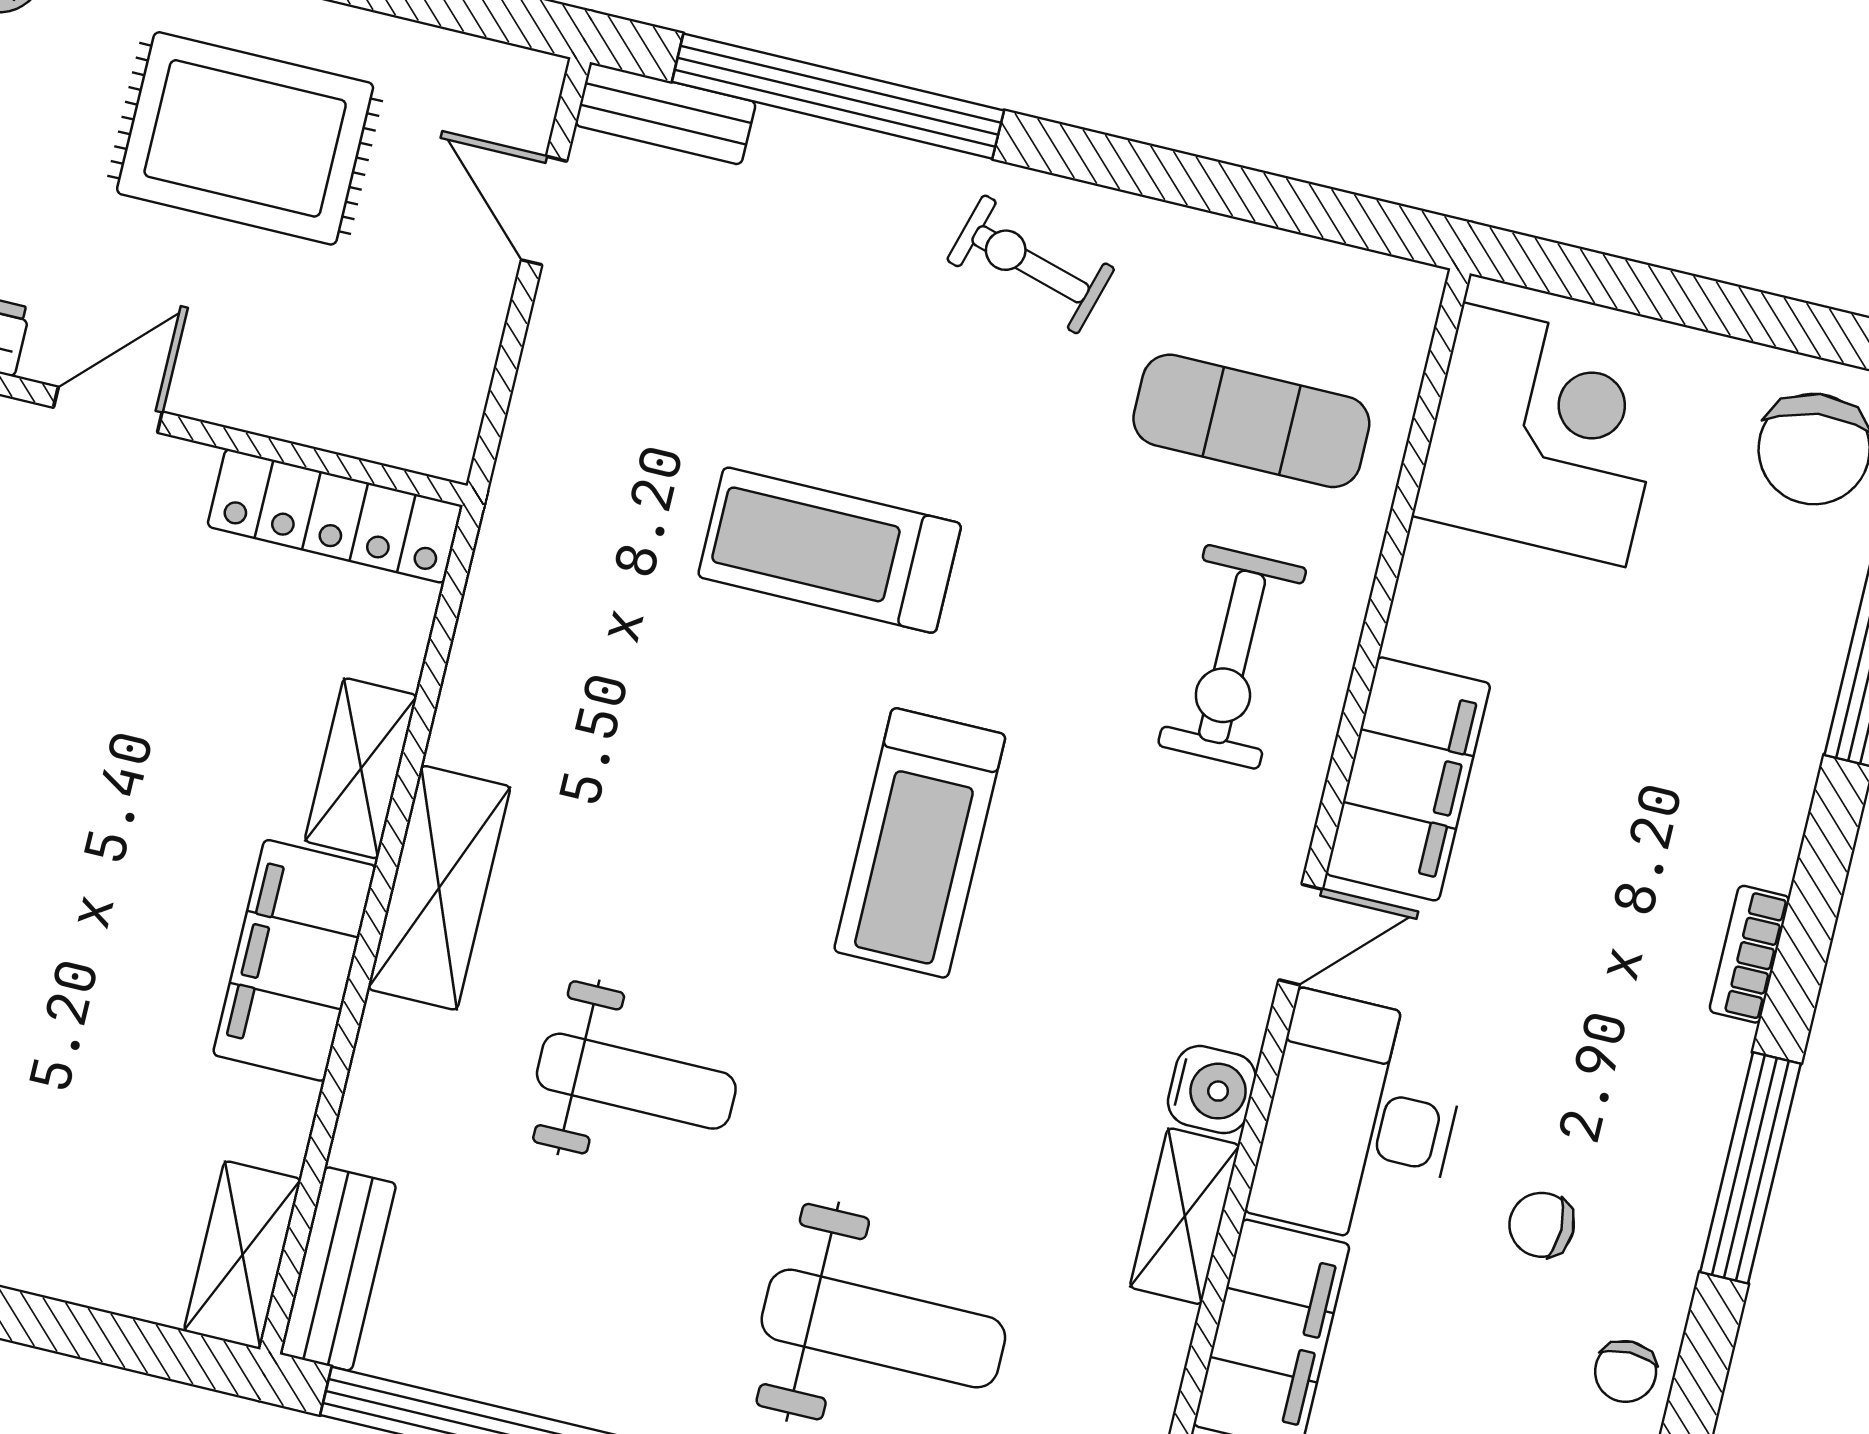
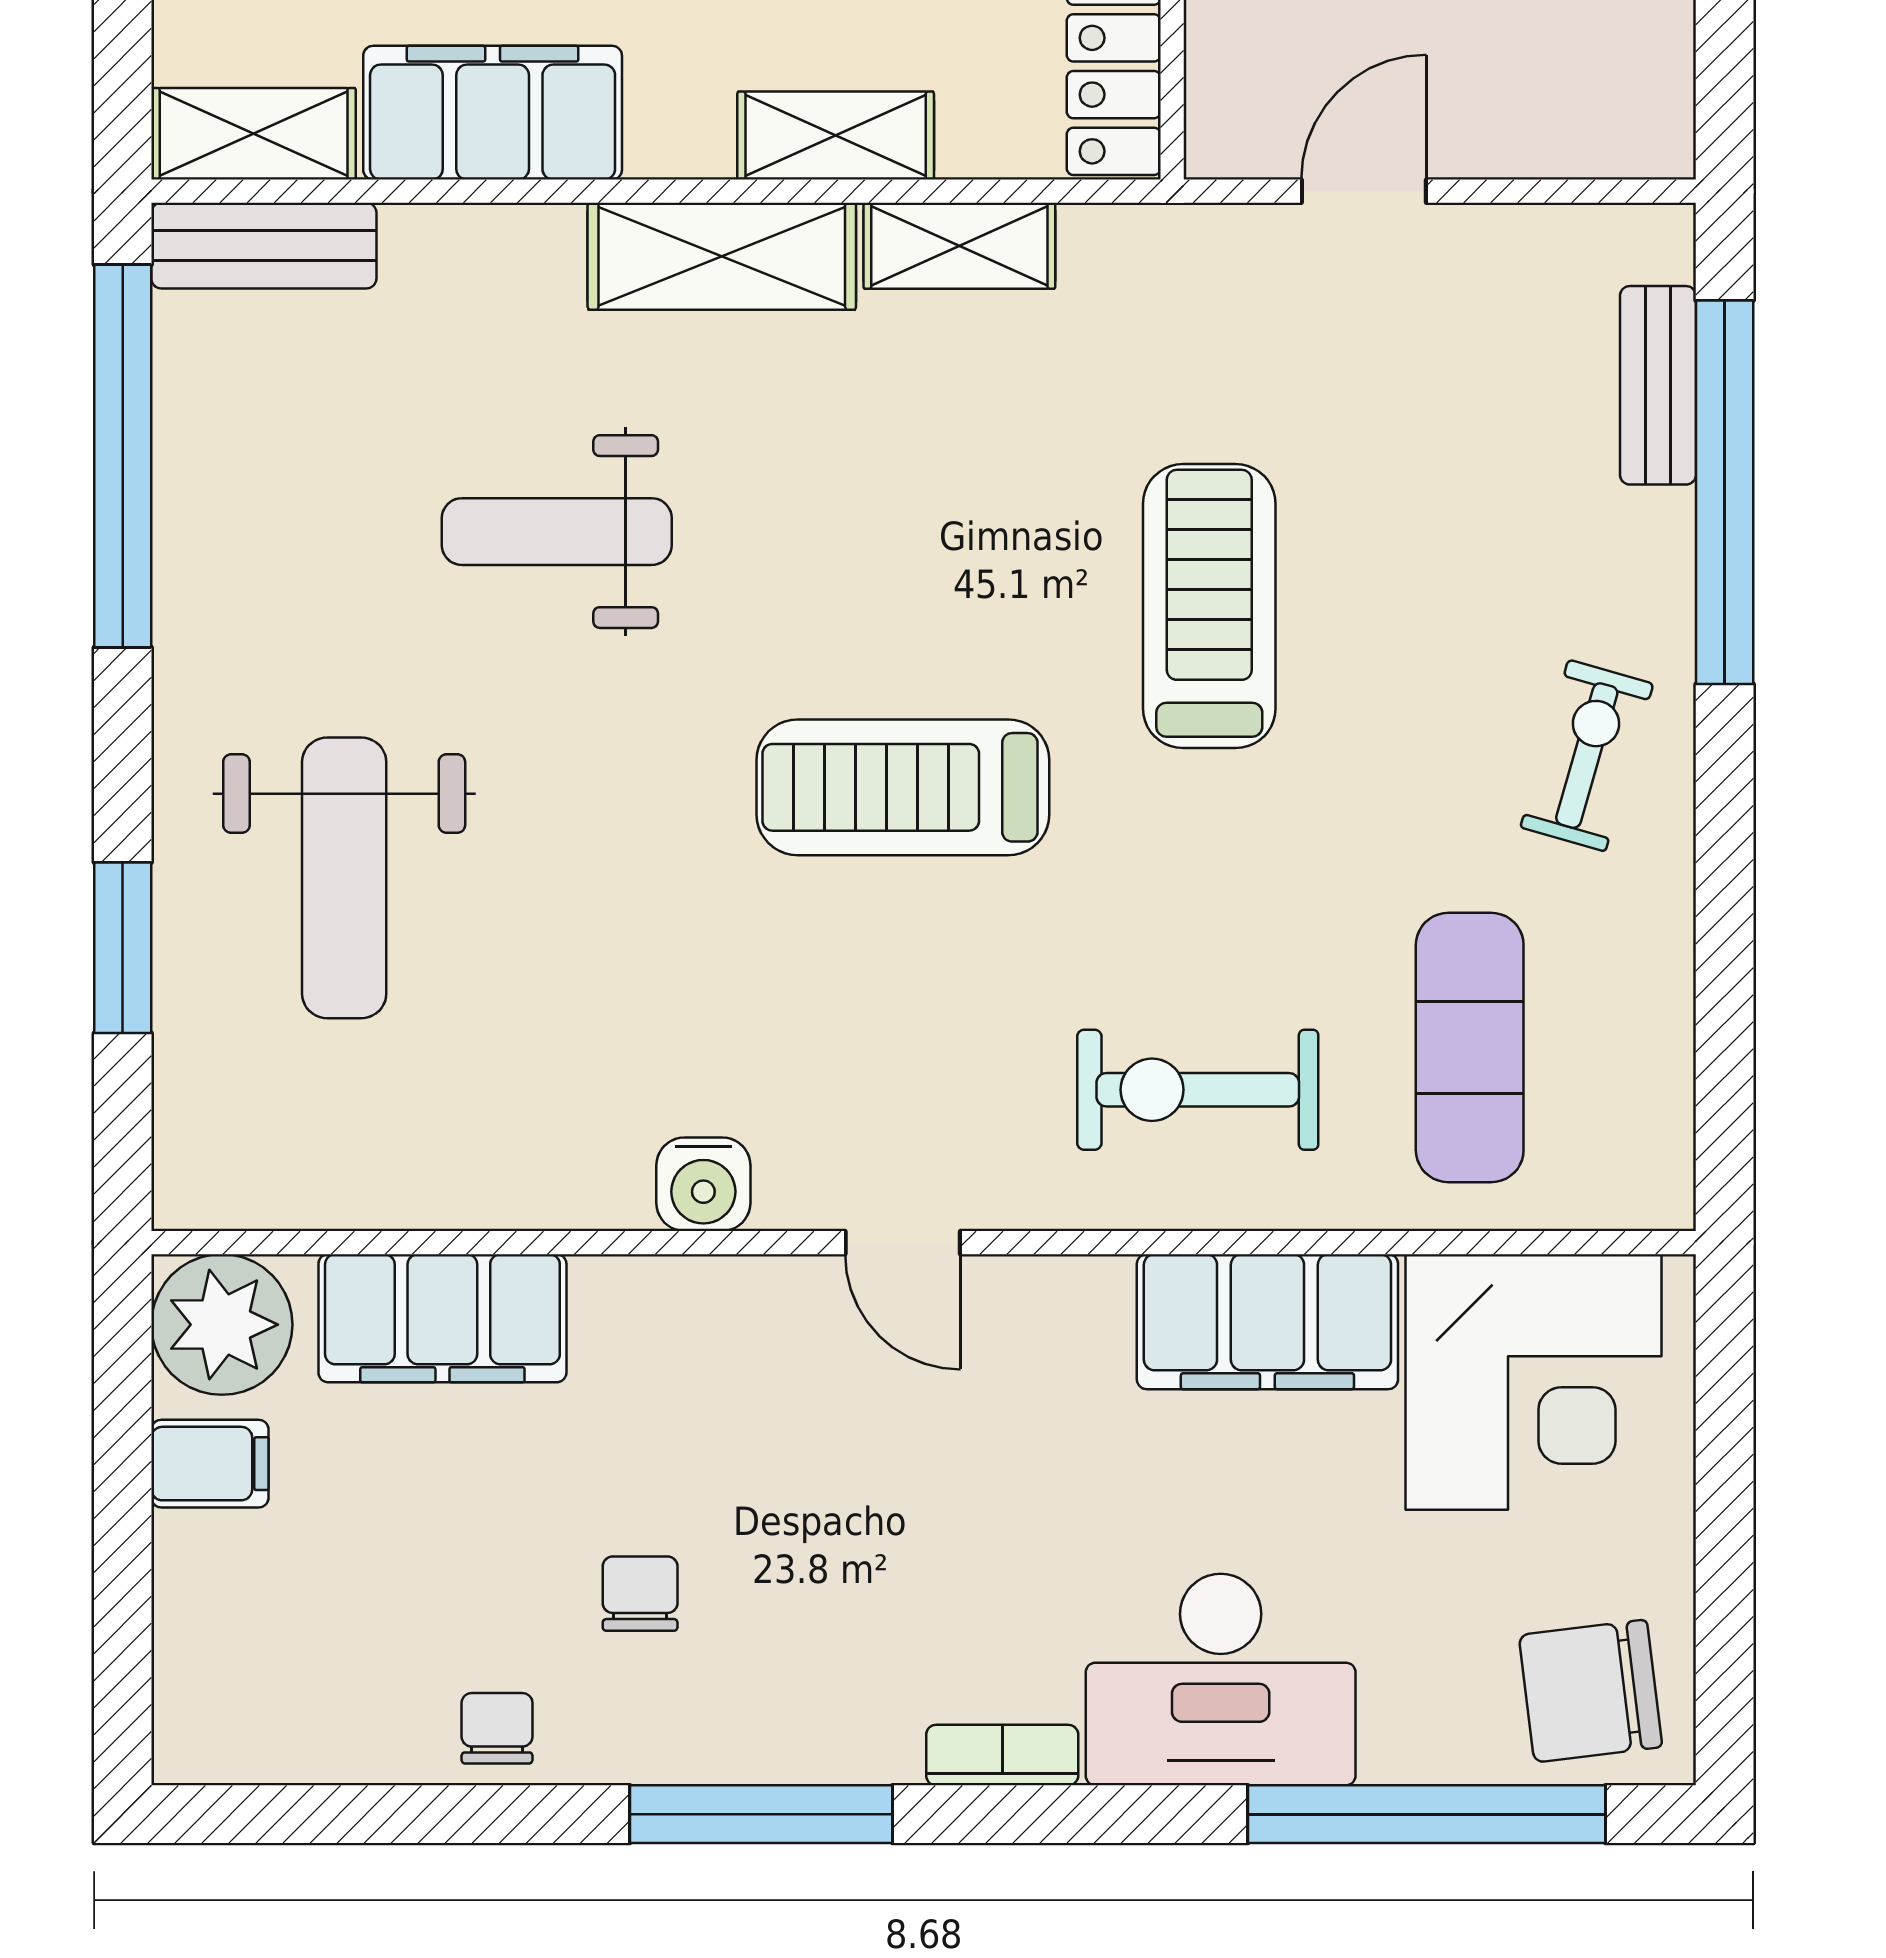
bench: (665, 114) -> (1658, 385), moved
door: (544, 211) -> (1364, 191), moved
filing cabinet: (1408, 779) -> (1267, 1322), moved
filing cabinet: (295, 960) -> (493, 113), moved
weight bench: (636, 1081) -> (557, 532), turned 90
desk: (1360, 1120) -> (1221, 1680), moved, turned 180
shelving: (1185, 1216) -> (959, 246), moved
chair: (1626, 1372) -> (497, 1728), turned 90

